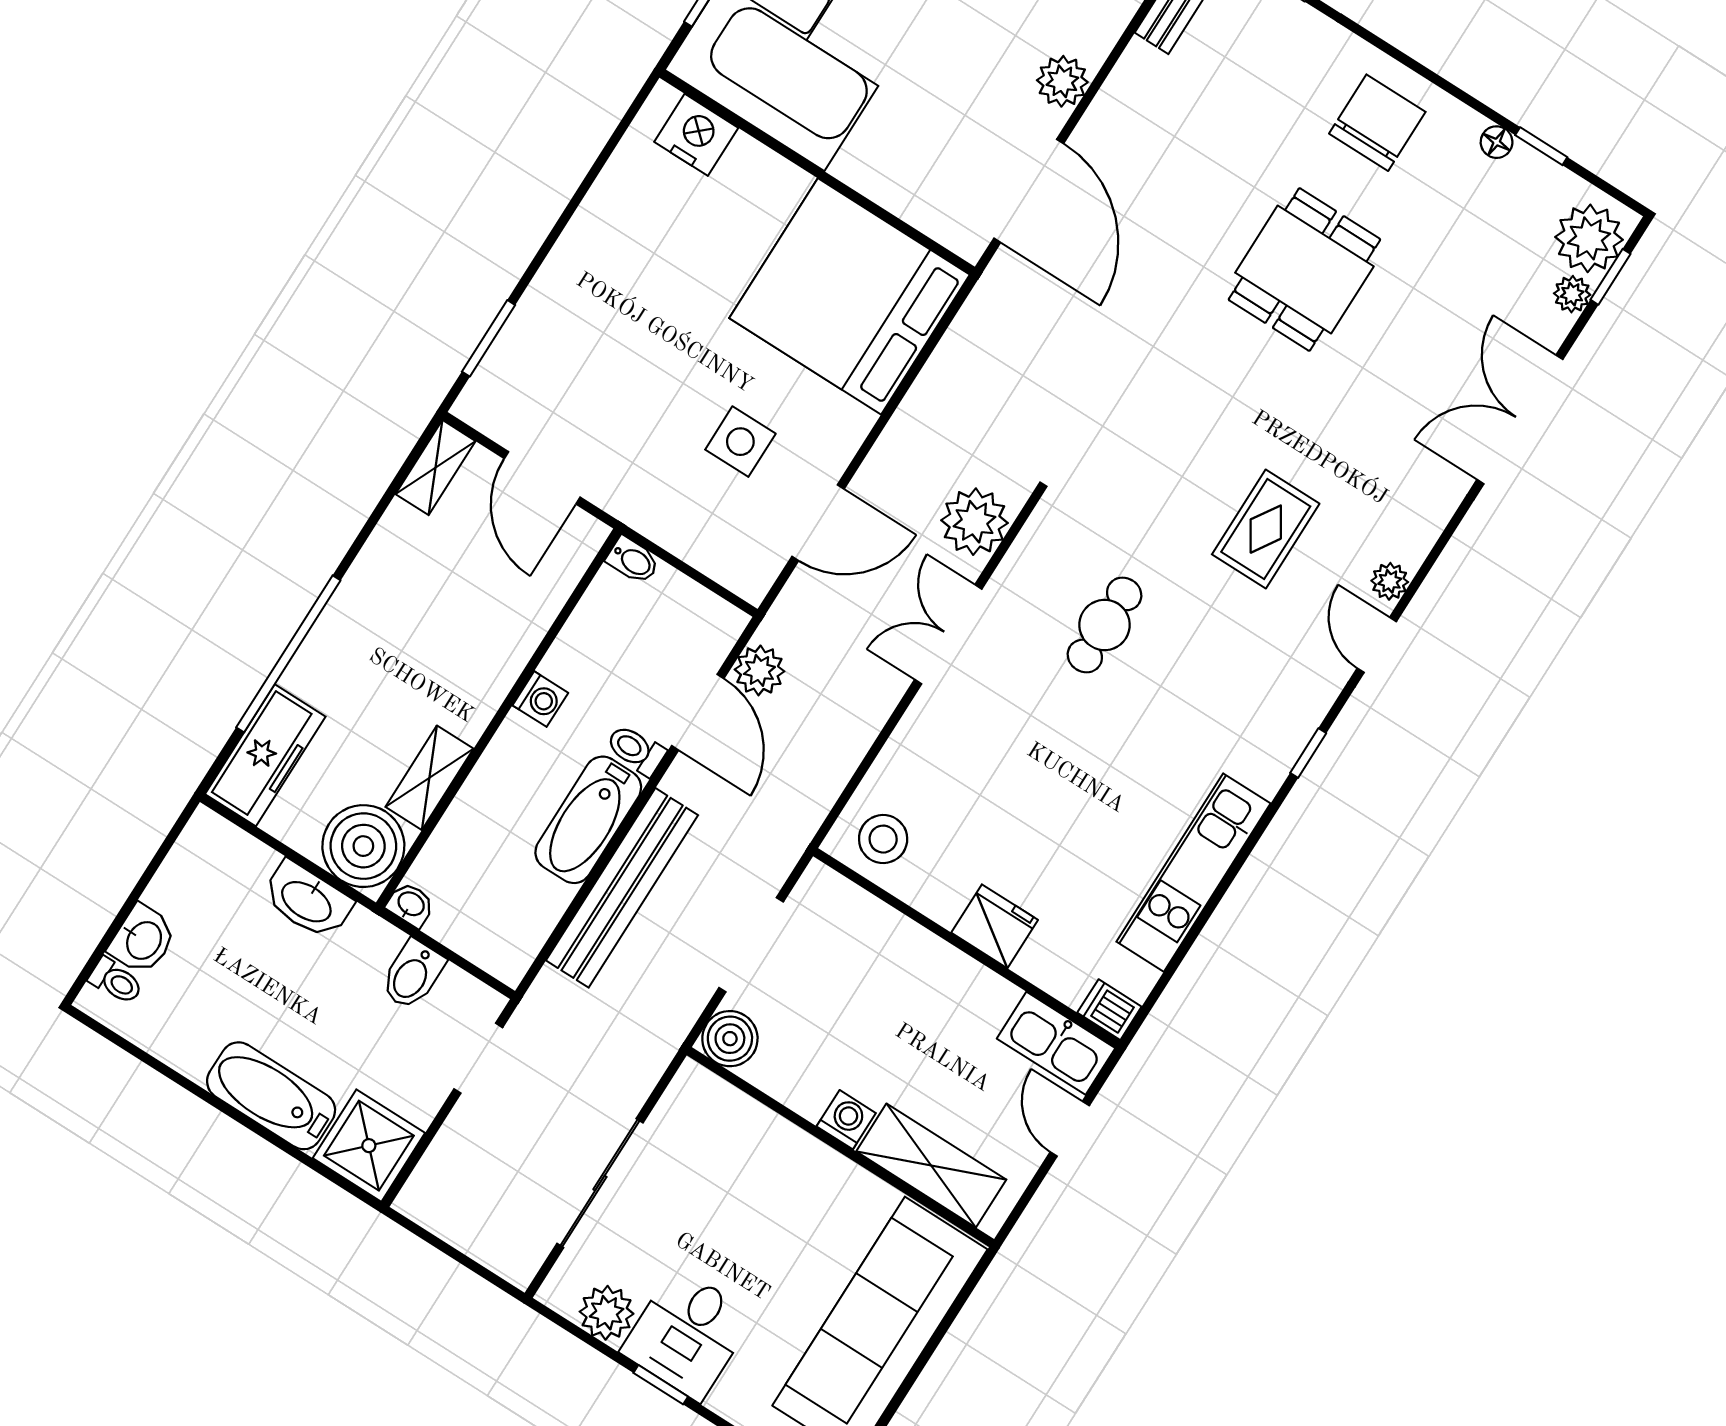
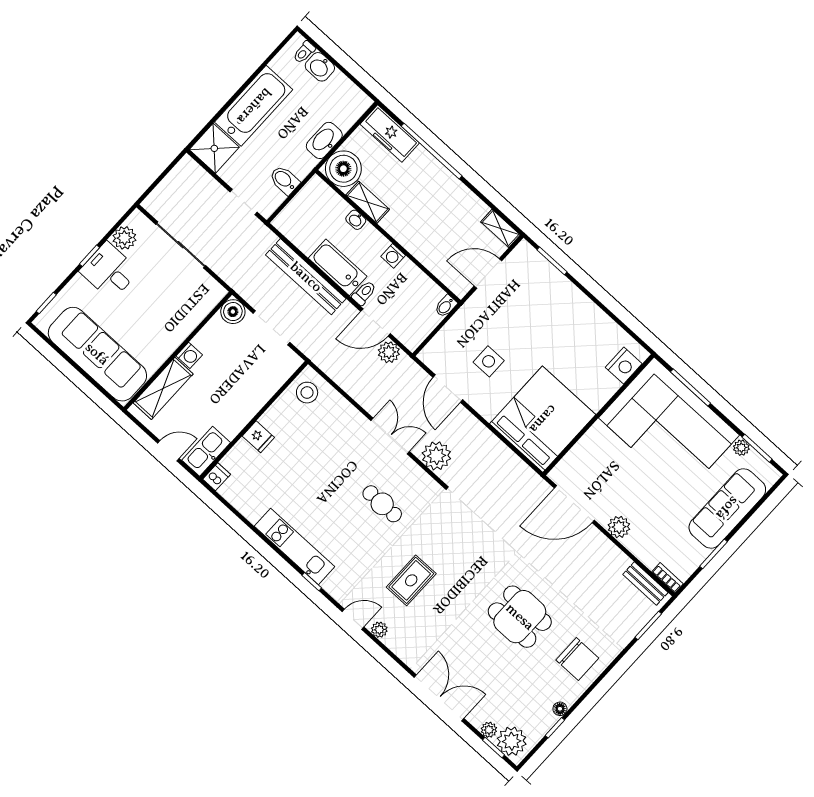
rug: (1266, 529) -> (411, 580), turned 90
kitchen unit: (1193, 873) -> (294, 546), moved
washbasin: (411, 905) -> (356, 220), moved, turned 90
fridge: (995, 926) -> (258, 437), width x0.72
bathtub: (271, 1096) -> (254, 106), width x1.36, depth x1.36

